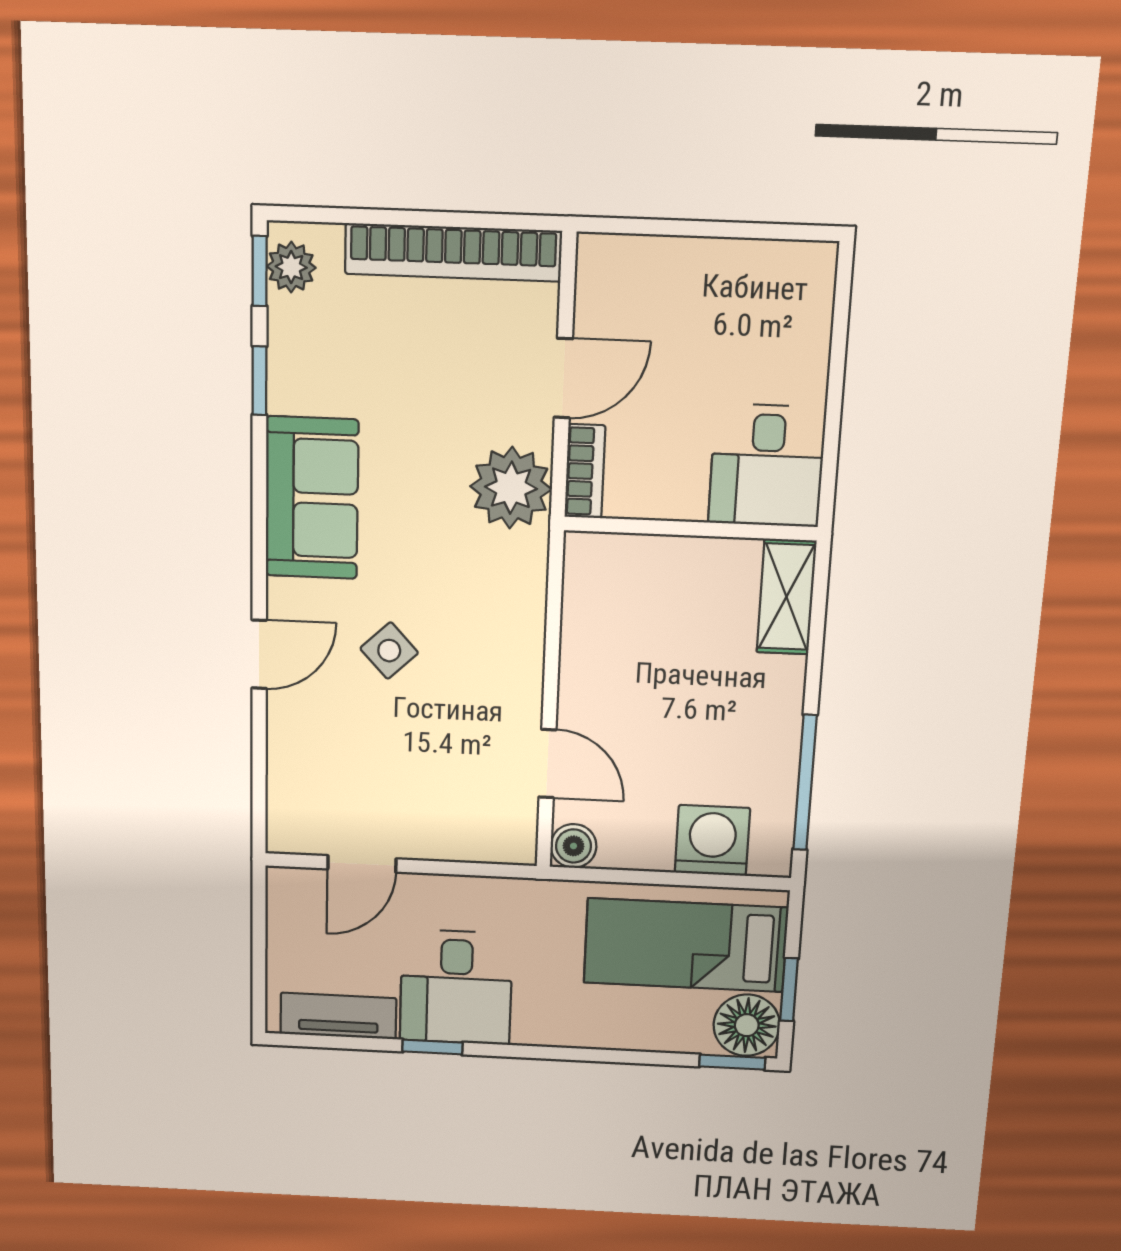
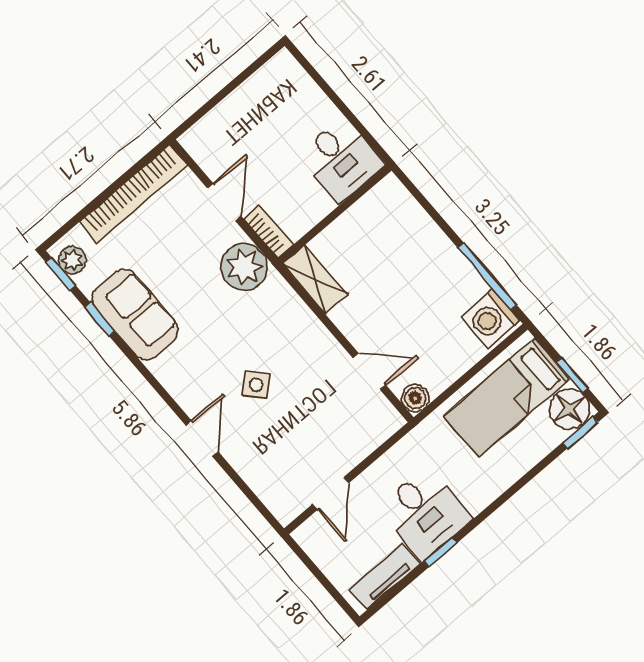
sofa: (312, 498) -> (135, 314), moved
shelving: (786, 597) -> (315, 279), moved
washing machine: (712, 840) -> (490, 318), moved, turned -90

